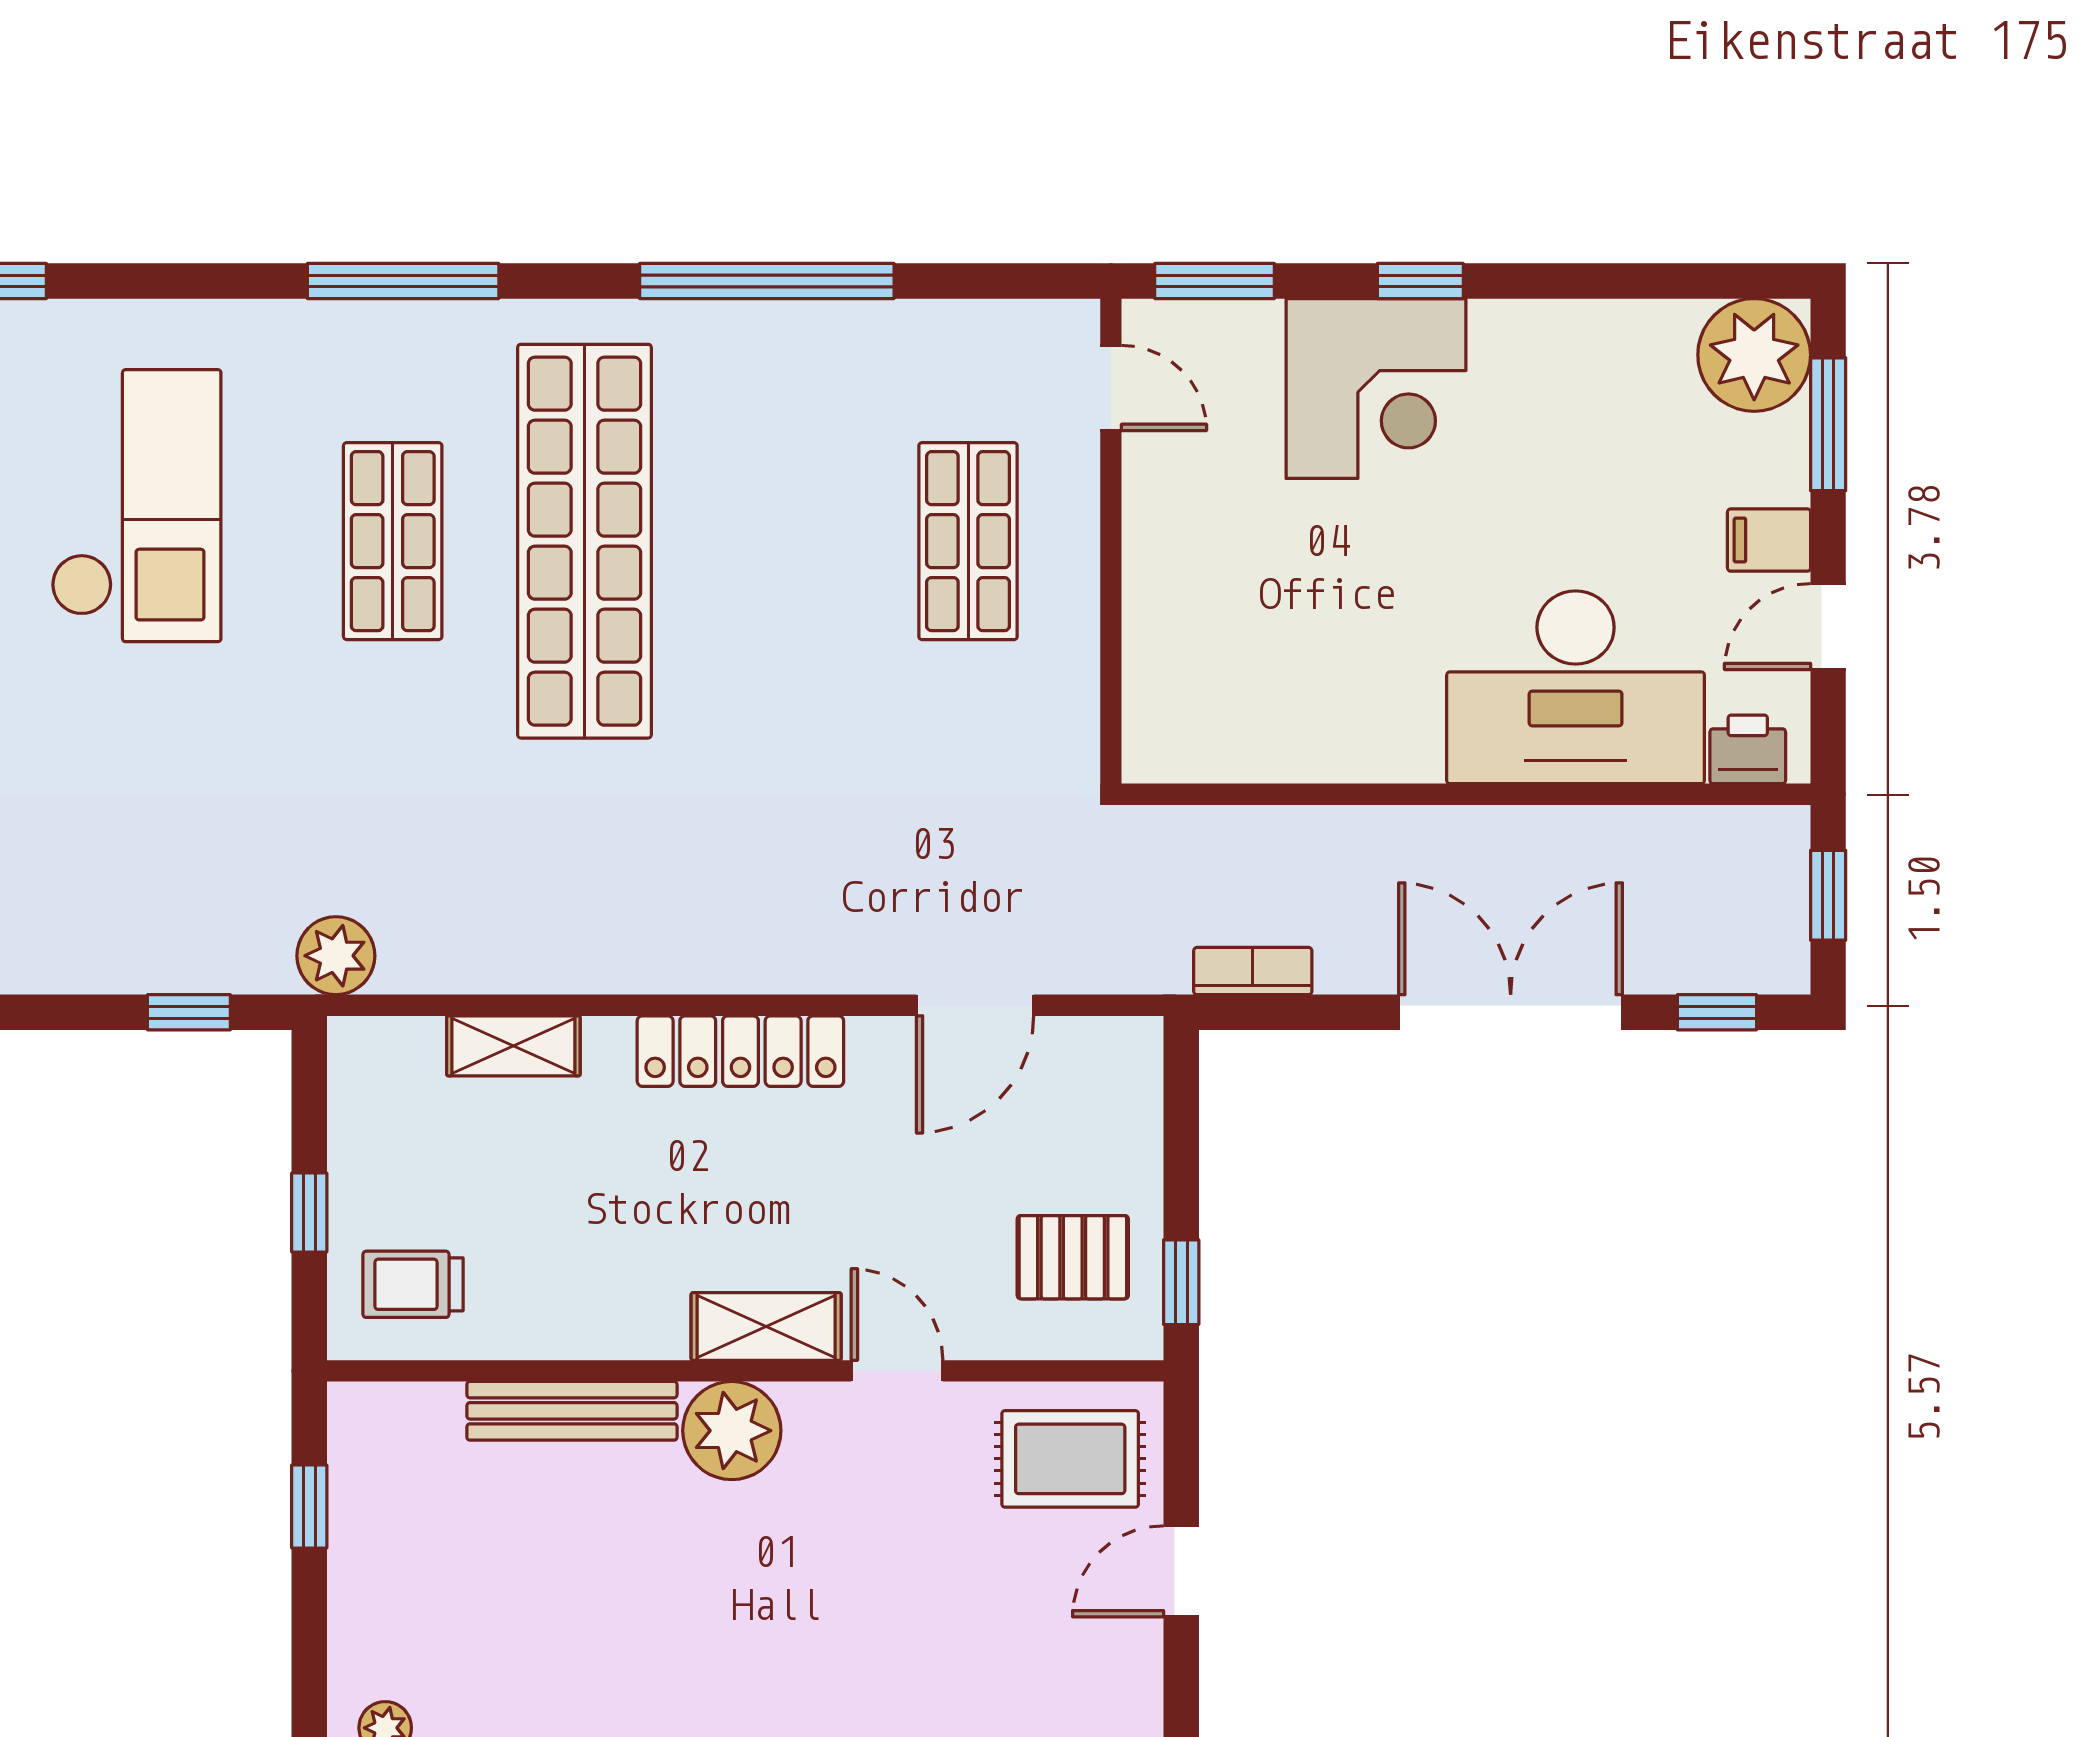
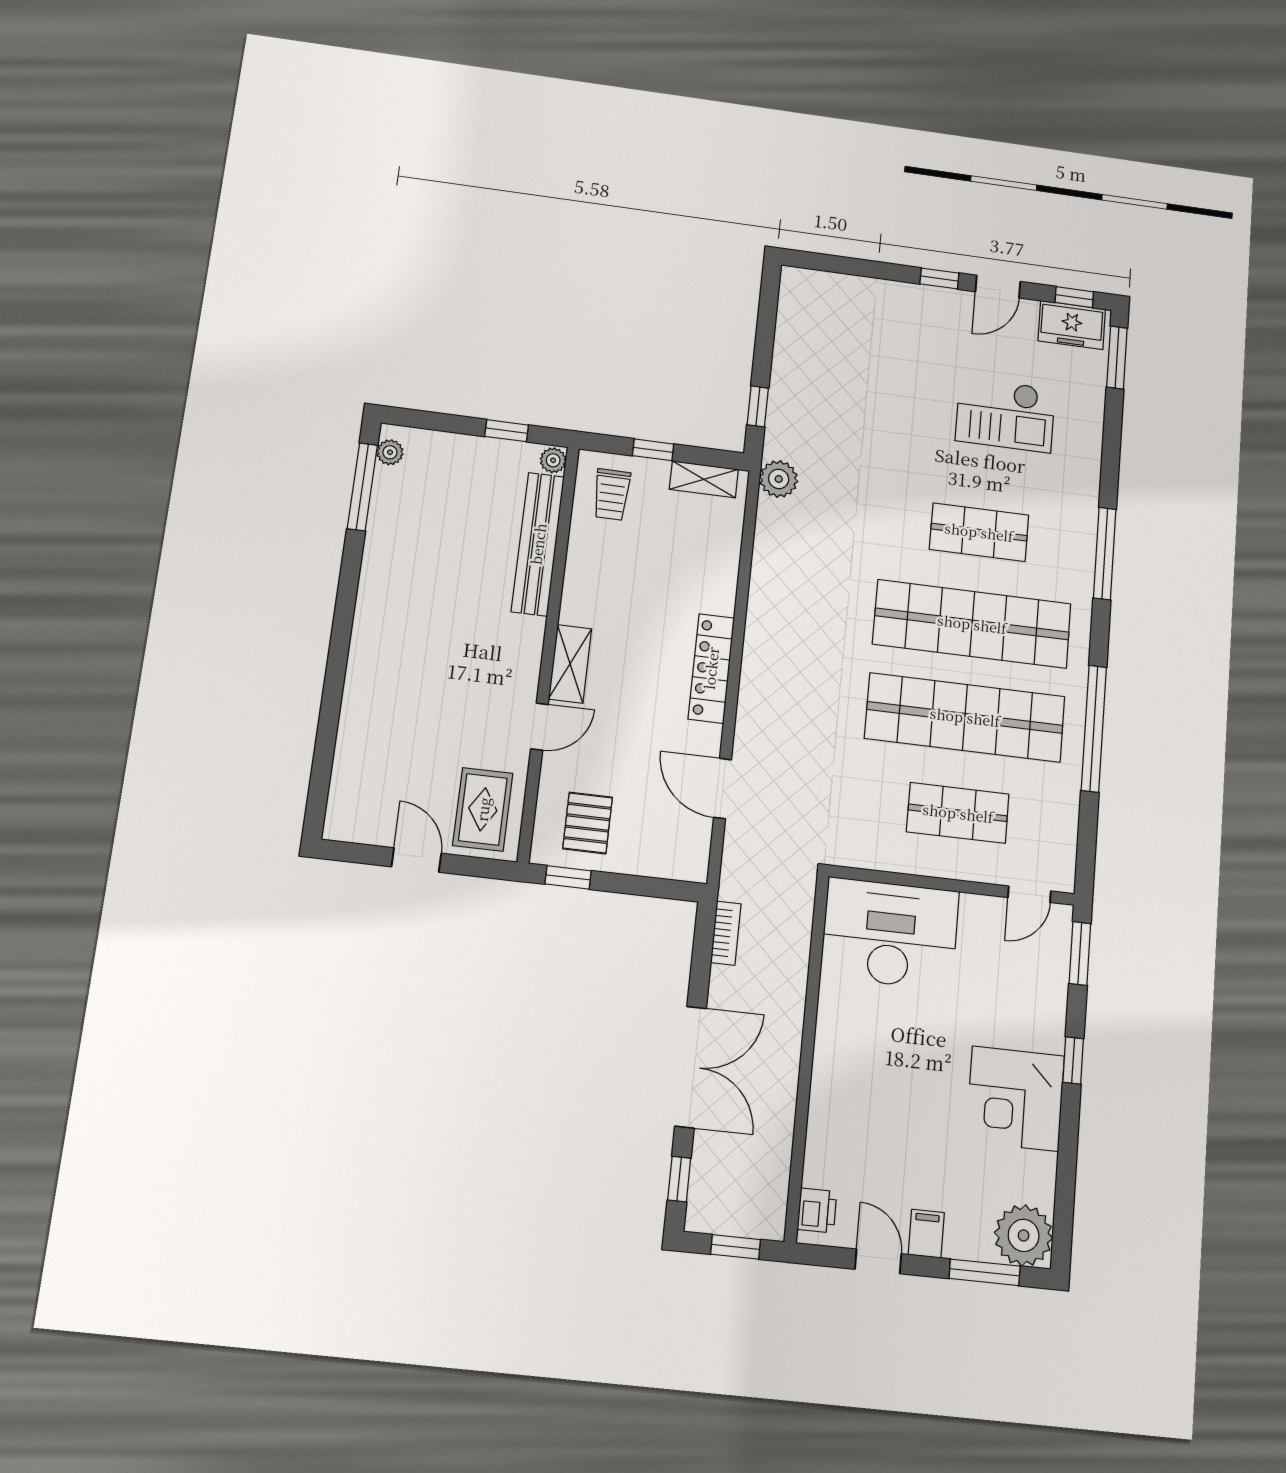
corner desk: (1376, 389) -> (1015, 1099), moved
checkout: (136, 506) -> (1005, 415), width x0.73, depth x0.83
shop shelf: (776, 541) -> (965, 717), added
desk: (1576, 687) -> (890, 934), moved, turned 90
shelving: (513, 1046) -> (704, 479), moved, turned 90
trolley: (413, 1284) -> (612, 495), turned 180
bench: (572, 1411) -> (538, 544), width x1.37, depth x1.21
plant: (732, 1431) -> (553, 460), moved, width x0.53, depth x0.53

